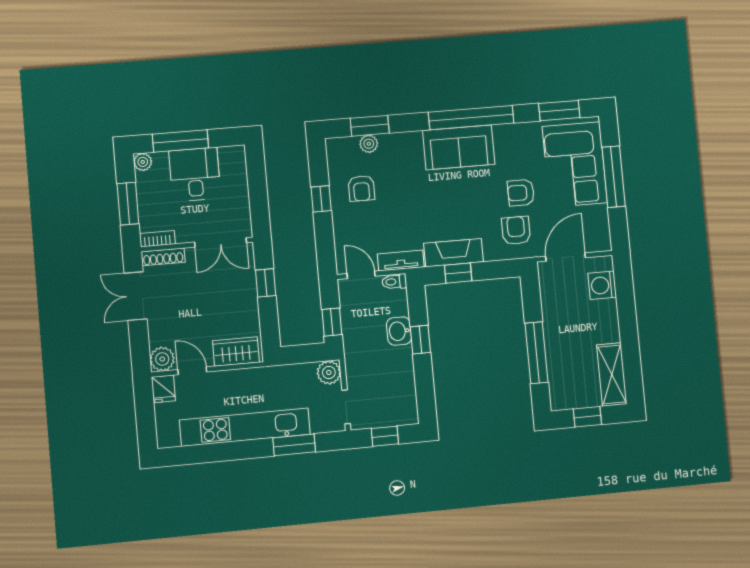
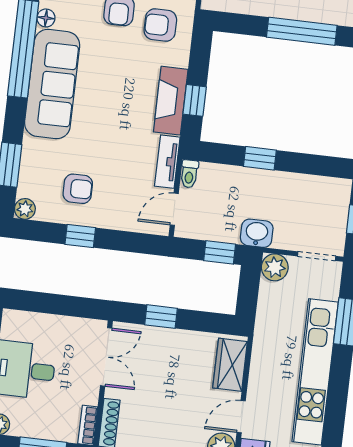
floor lamp: (501, 132) -> (46, 18), added
plant: (369, 144) -> (25, 209), moved
sofa: (459, 147) -> (52, 84), width x1.36
washbasin: (399, 331) -> (257, 233), moved, turned 180

